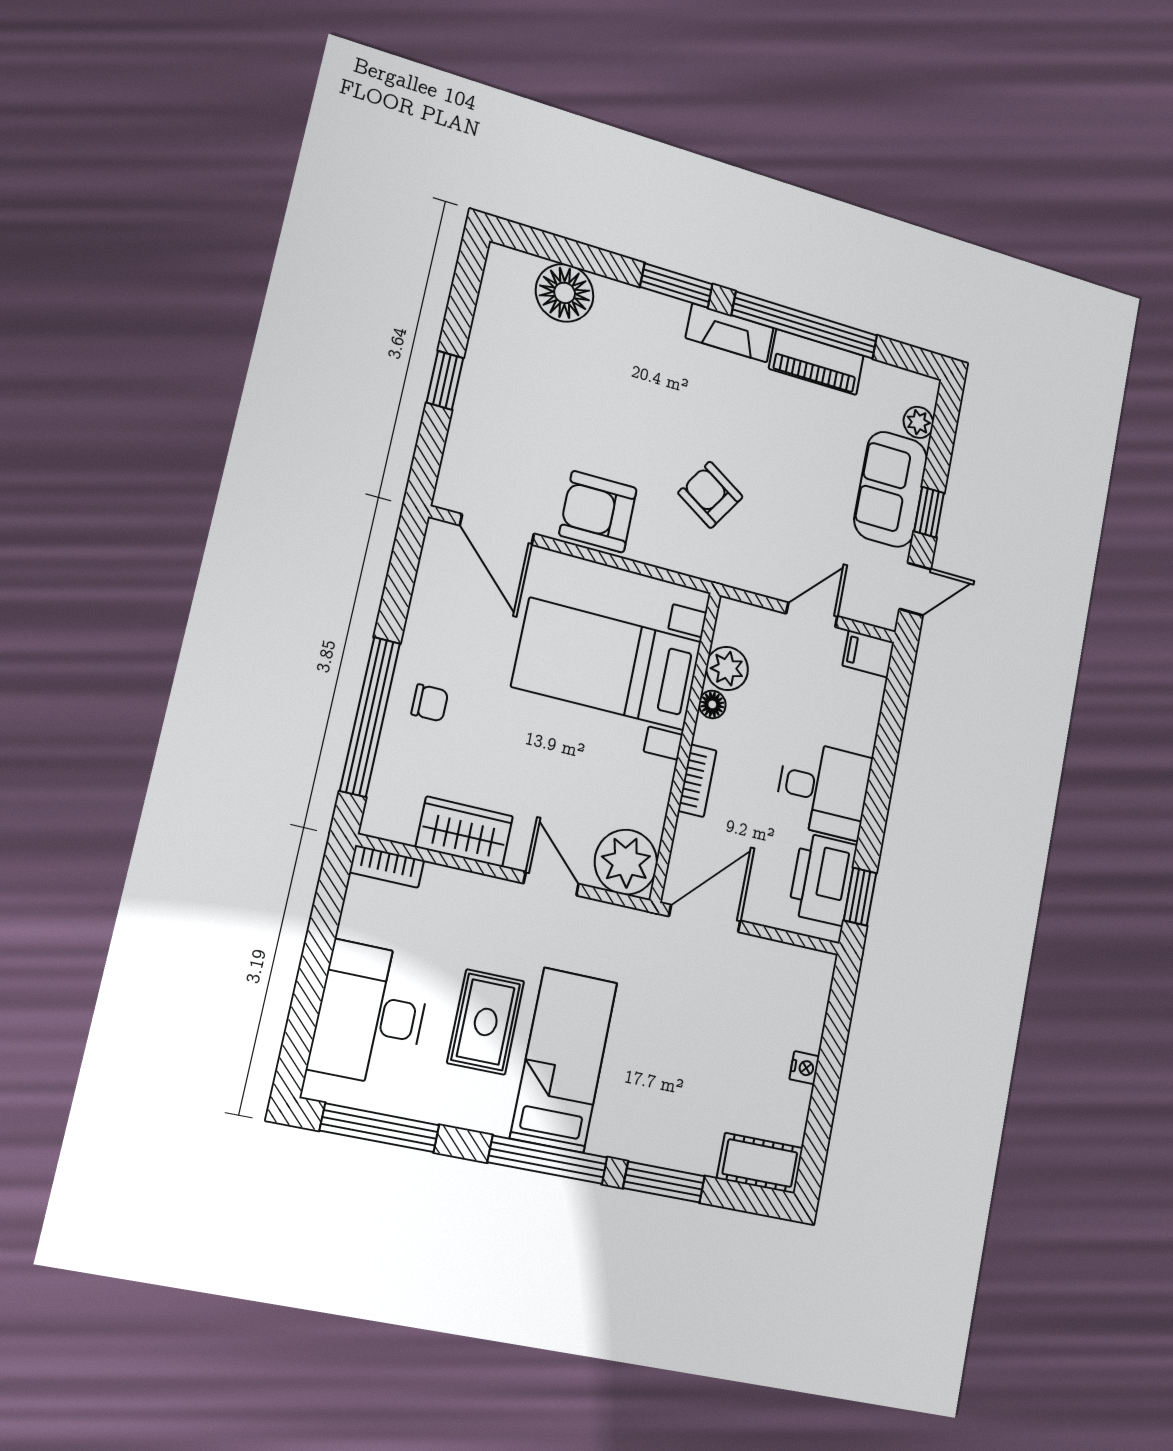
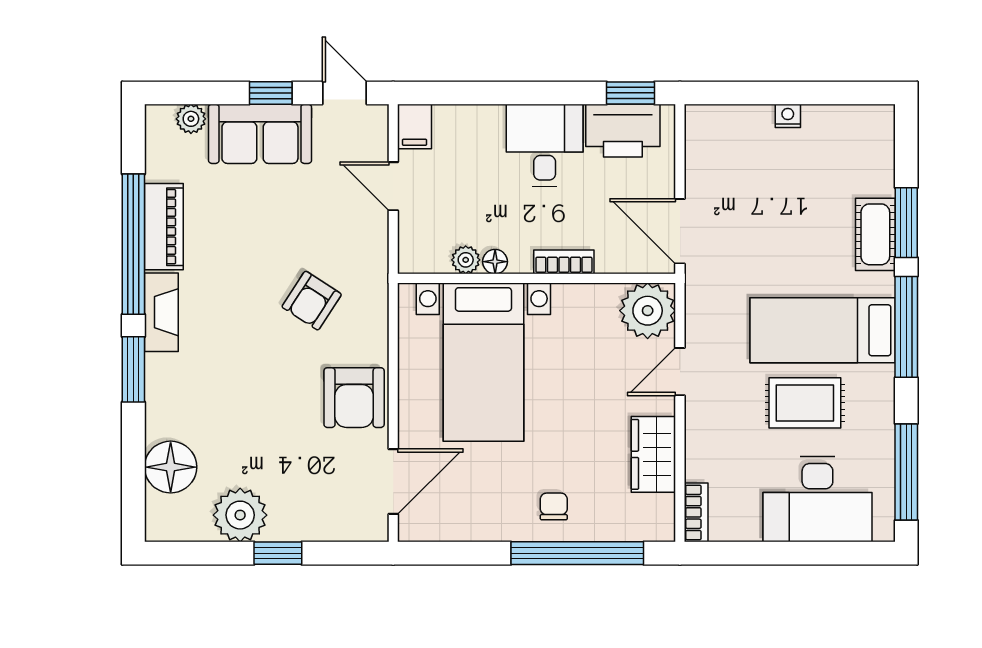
plant: (496, 352) -> (240, 515), added
plant: (727, 669) -> (466, 260), width x0.73, depth x0.73
cot: (760, 1163) -> (875, 234), moved

